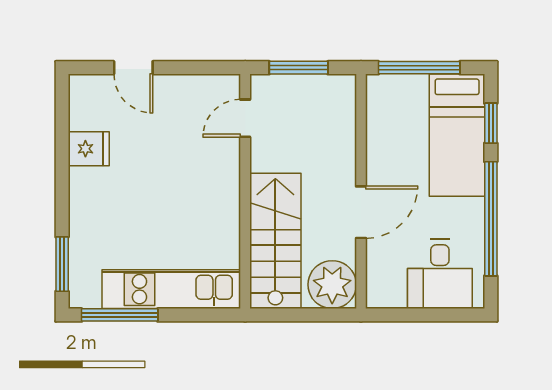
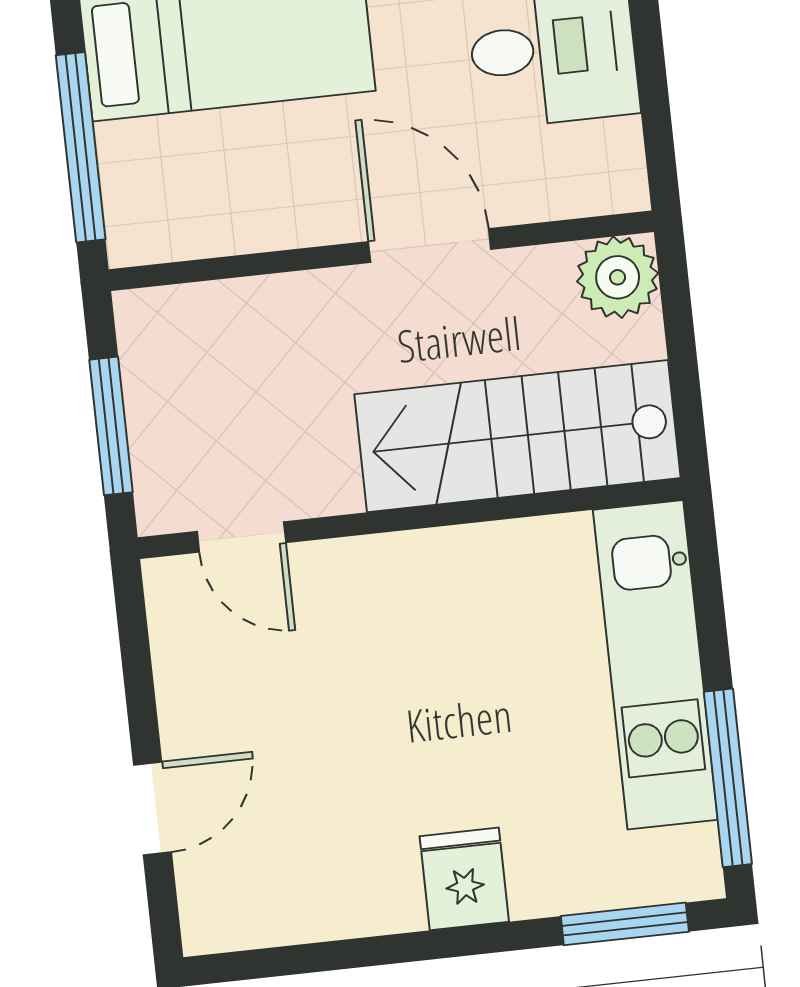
fridge: (89, 149) -> (464, 879), moved
plant: (332, 285) -> (618, 277), width x0.73, depth x0.73

